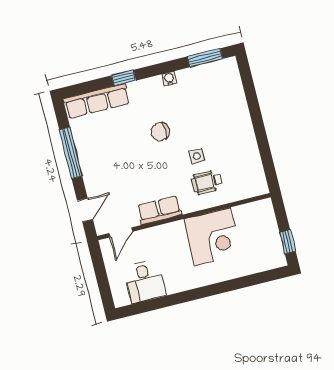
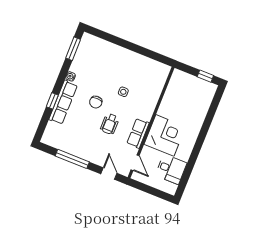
row of seats: (97, 101) -> (63, 102), moved
wheelchair: (207, 182) -> (110, 124), moved
corner desk: (212, 237) -> (165, 135), moved

